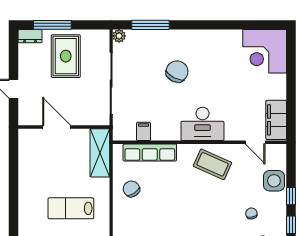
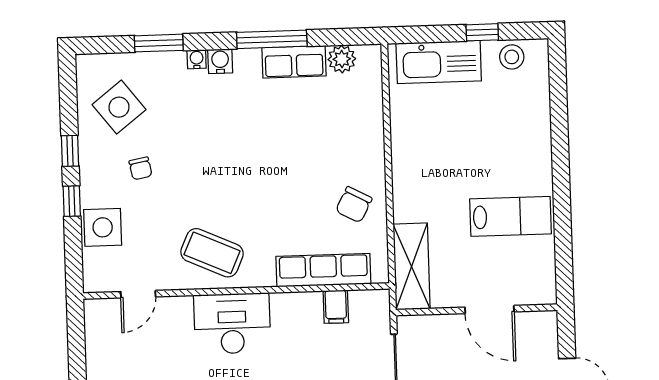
filing cabinet: (276, 120) -> (102, 335), removed
door: (255, 142) -> (138, 294), swing flipped
chair: (131, 189) -> (354, 205), turned 62
lab bench: (71, 208) -> (511, 216), moved

